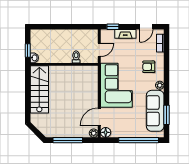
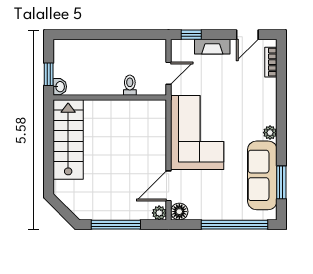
armchair: (149, 67) -> (252, 102), removed

